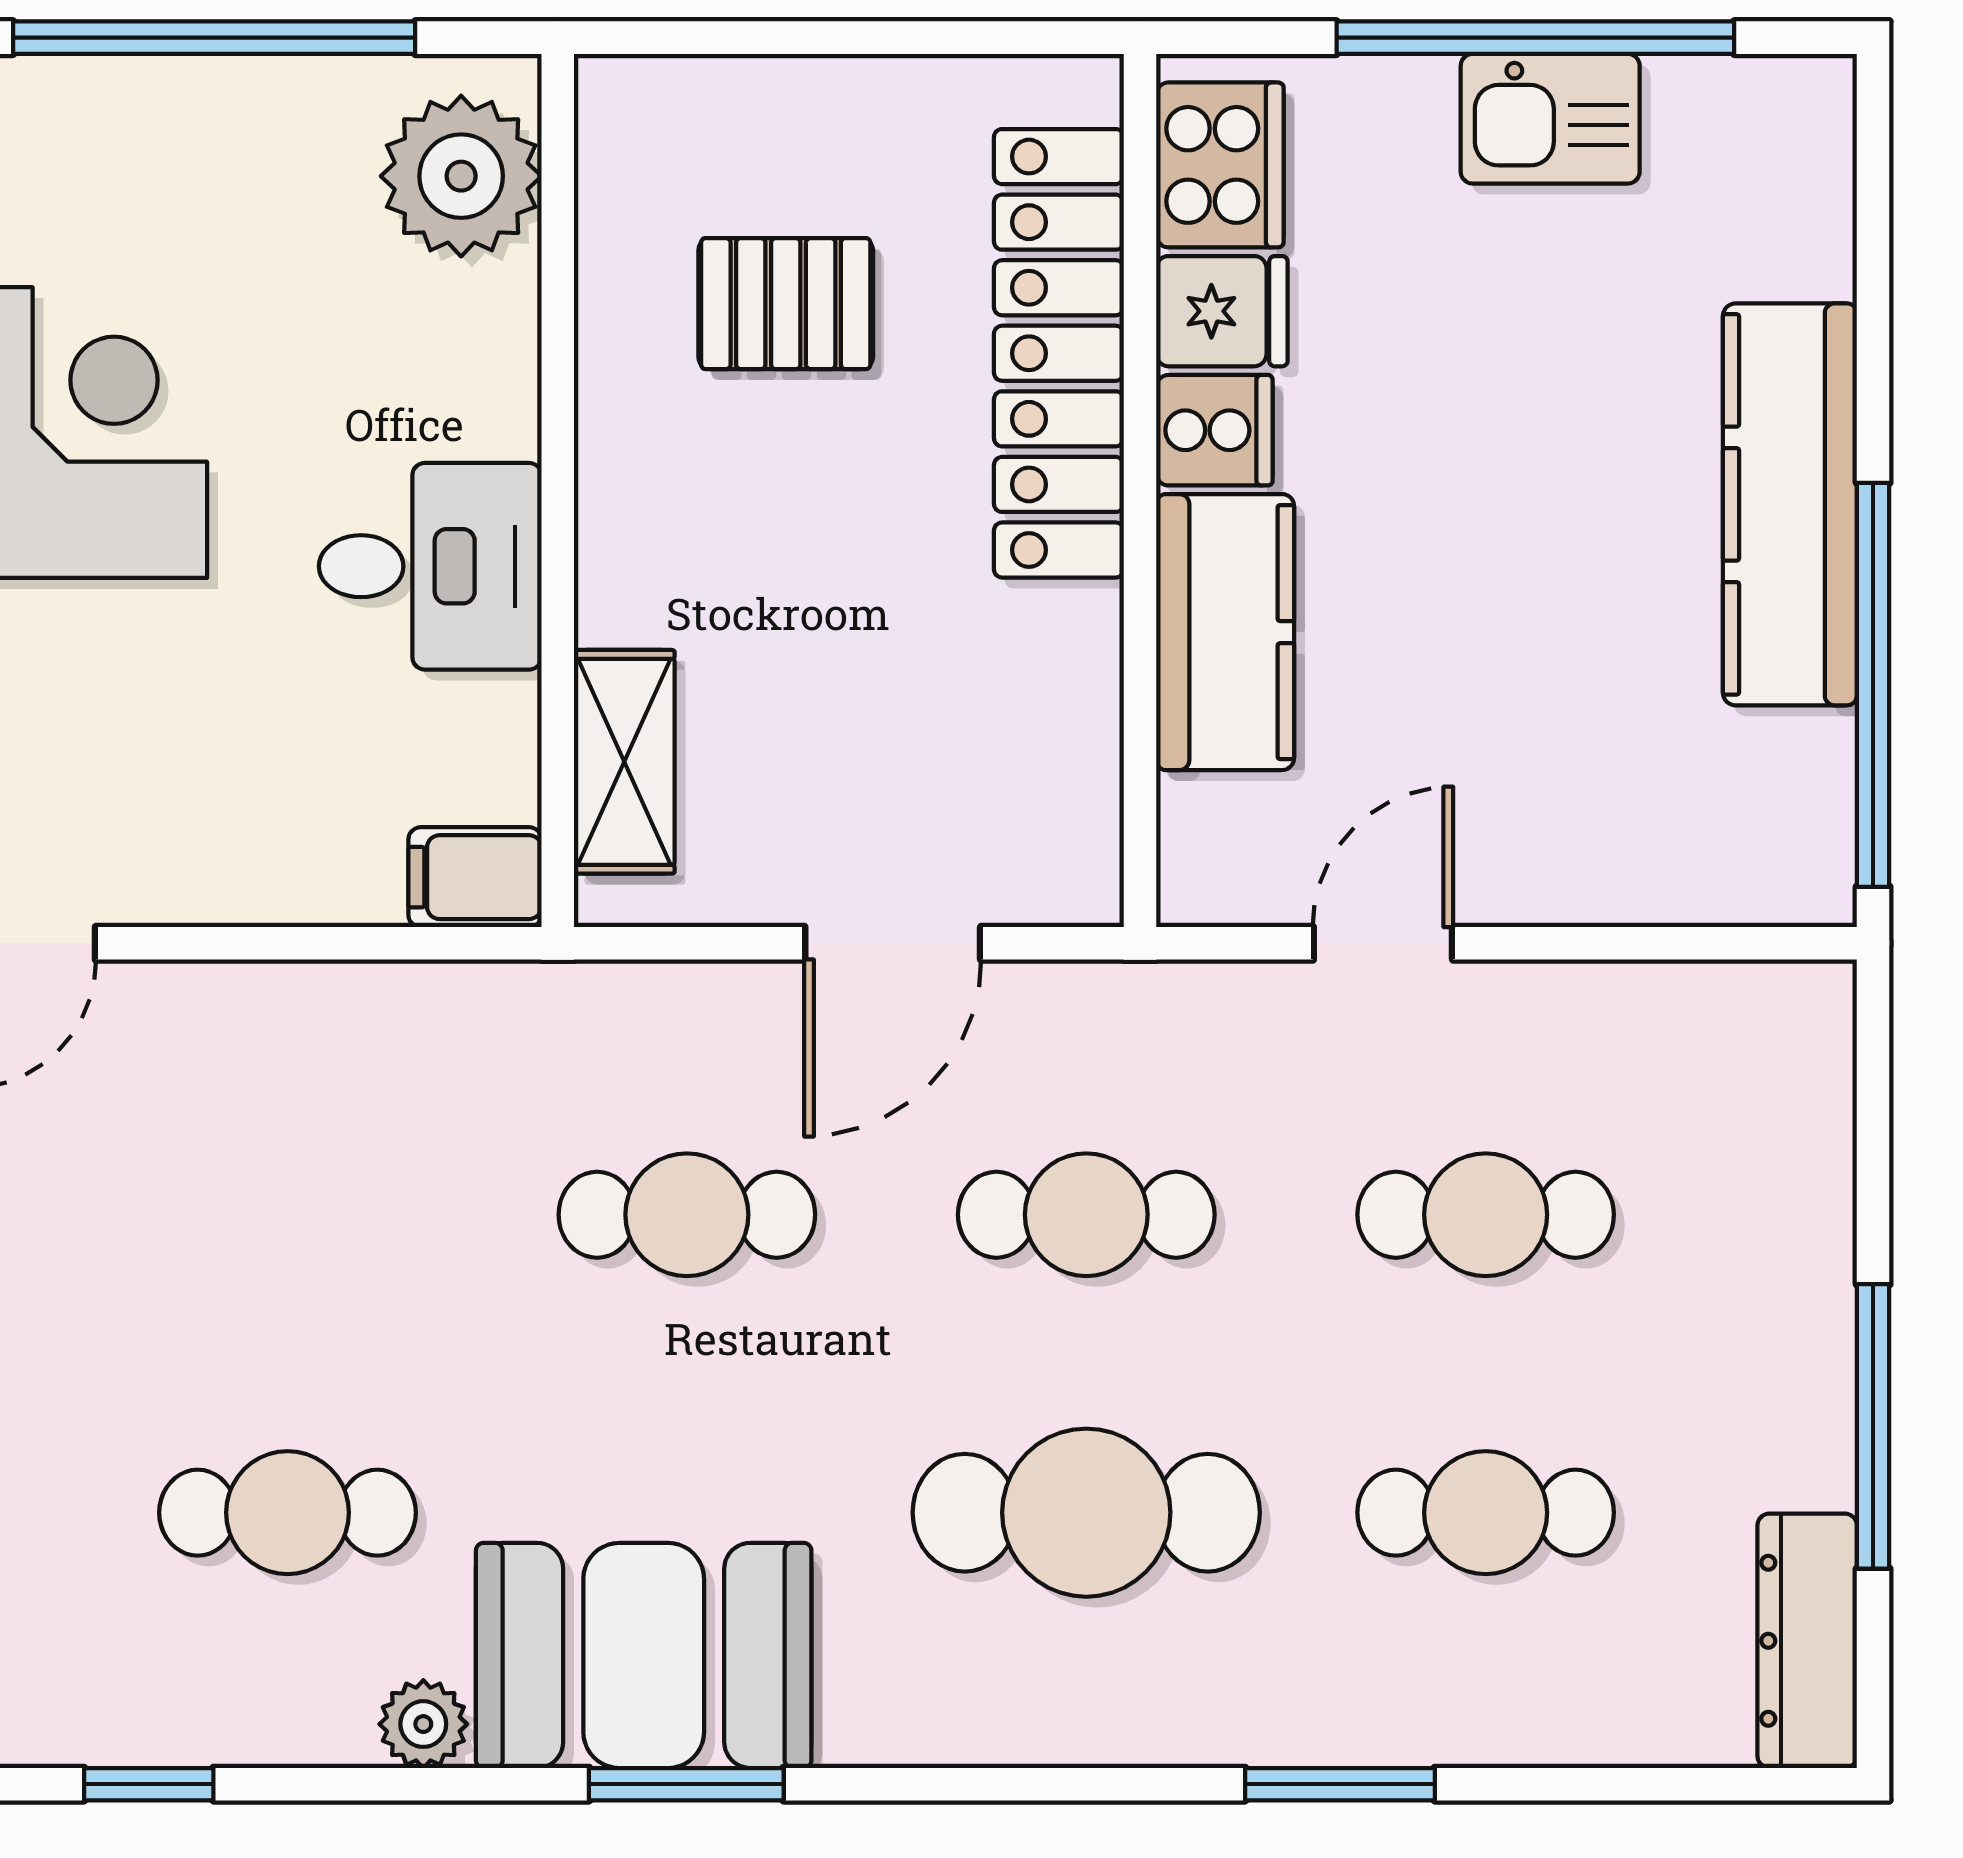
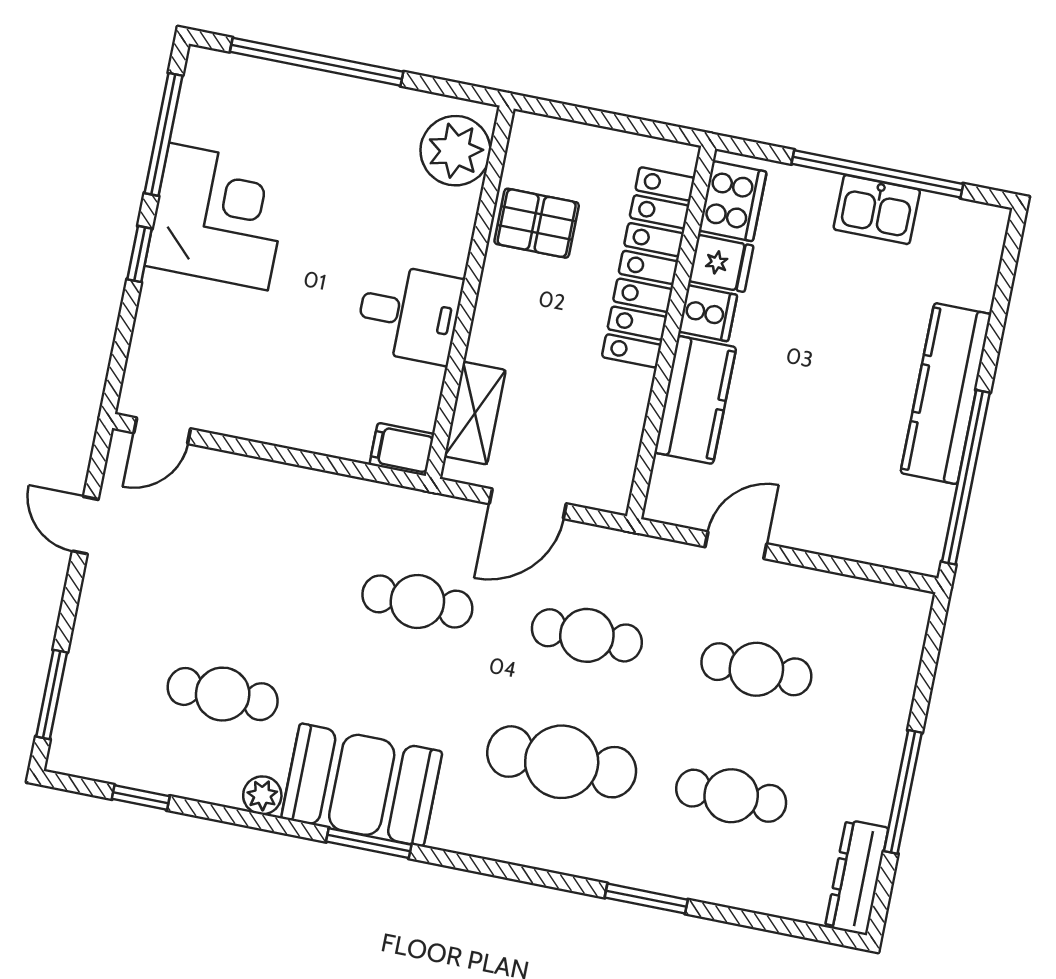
plant: (461, 176) -> (455, 151), moved
wall: (558, 490) -> (470, 292), moved
desk: (430, 566) -> (409, 314), moved
shelving: (624, 762) -> (475, 413), moved
filing cabinet: (475, 877) -> (402, 449), moved

